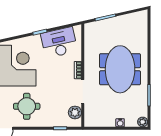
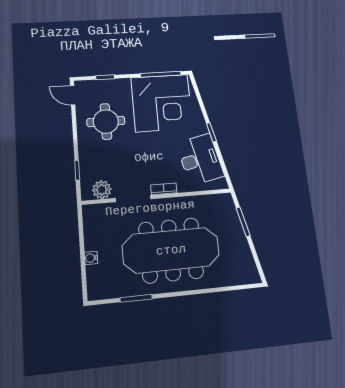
meeting table: (120, 69) -> (171, 250), width x1.36
plant: (143, 122) -> (94, 293), removed

